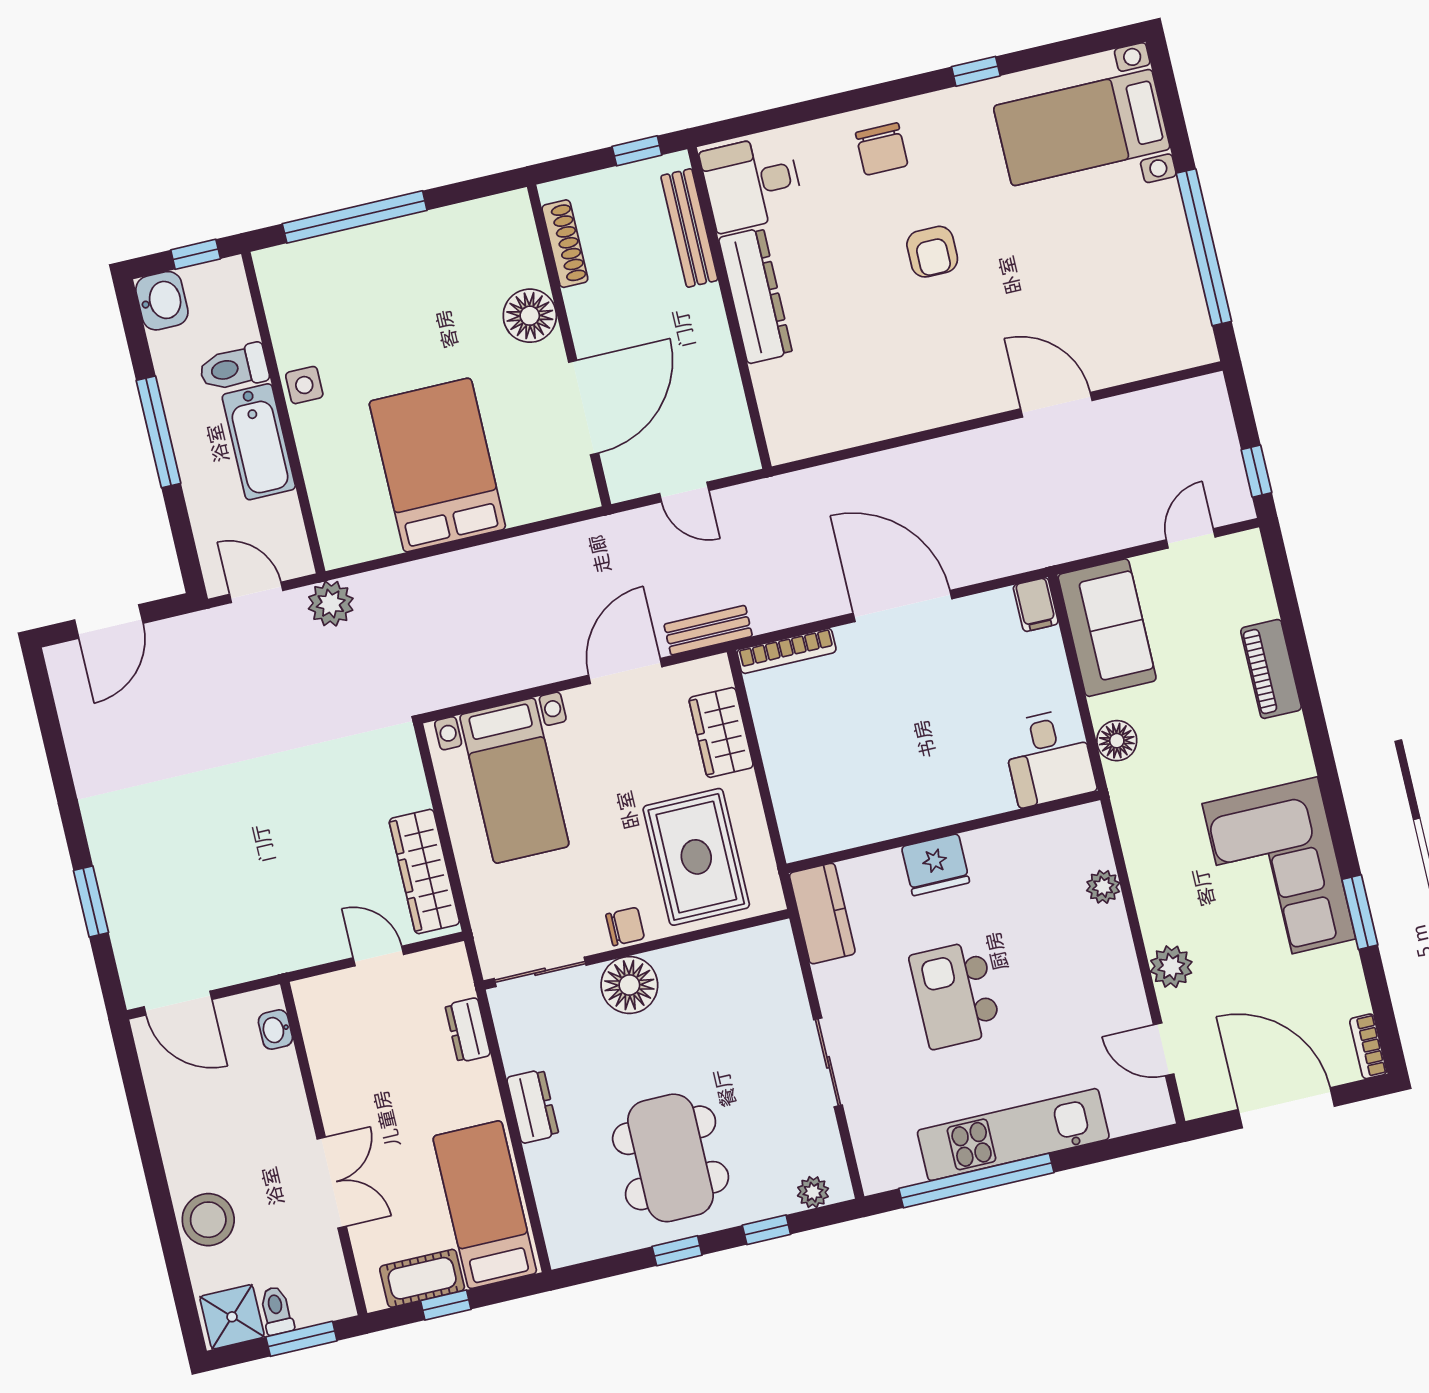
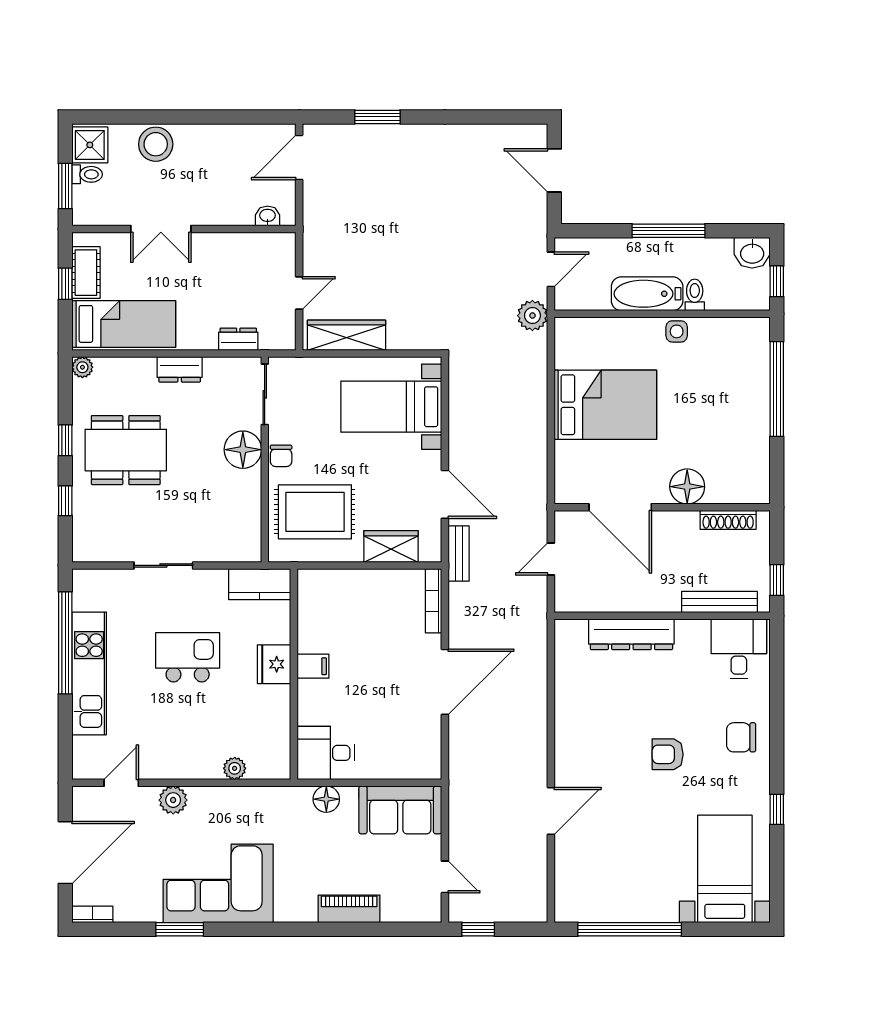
dresser: (755, 296) -> (631, 634), moved
toilet: (234, 368) -> (695, 295), width x0.73, depth x0.72
filing cabinet: (1036, 605) -> (313, 666), moved, turned 180
plant: (813, 1192) -> (82, 367), moved

